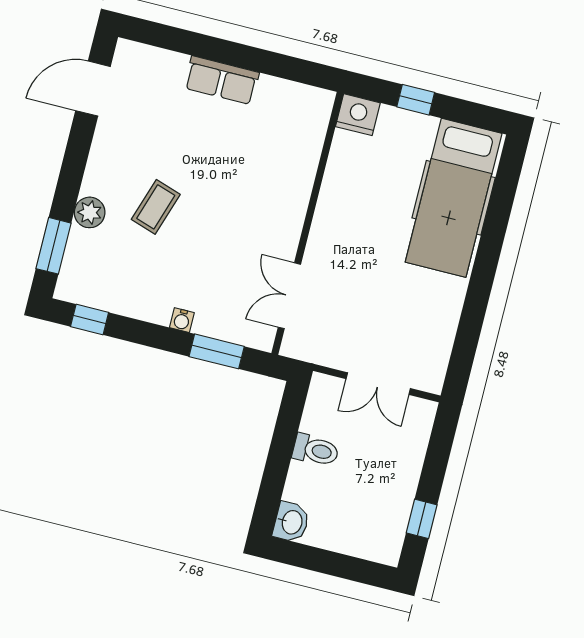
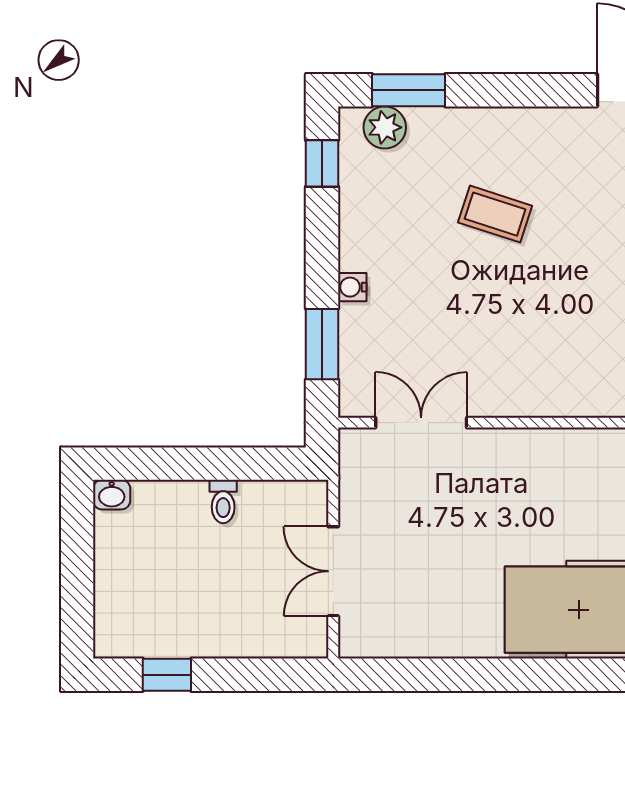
plant: (90, 212) -> (385, 127), moved
toilet: (316, 450) -> (223, 501), width x0.73, depth x0.72
washbasin: (291, 522) -> (112, 495), width x0.72, depth x0.69

